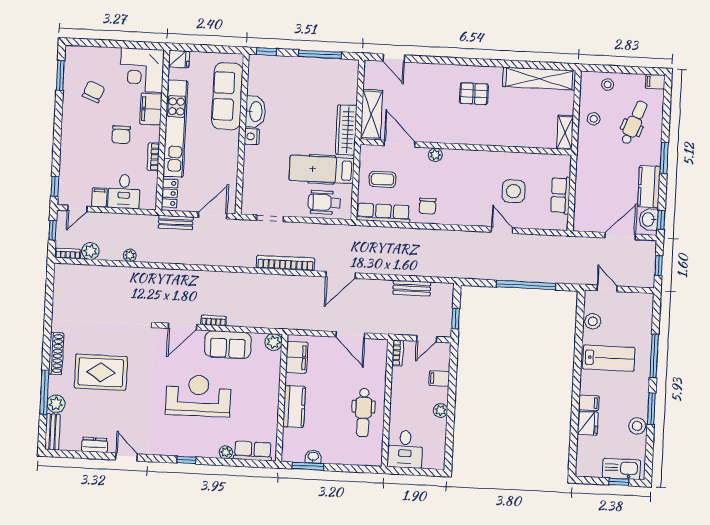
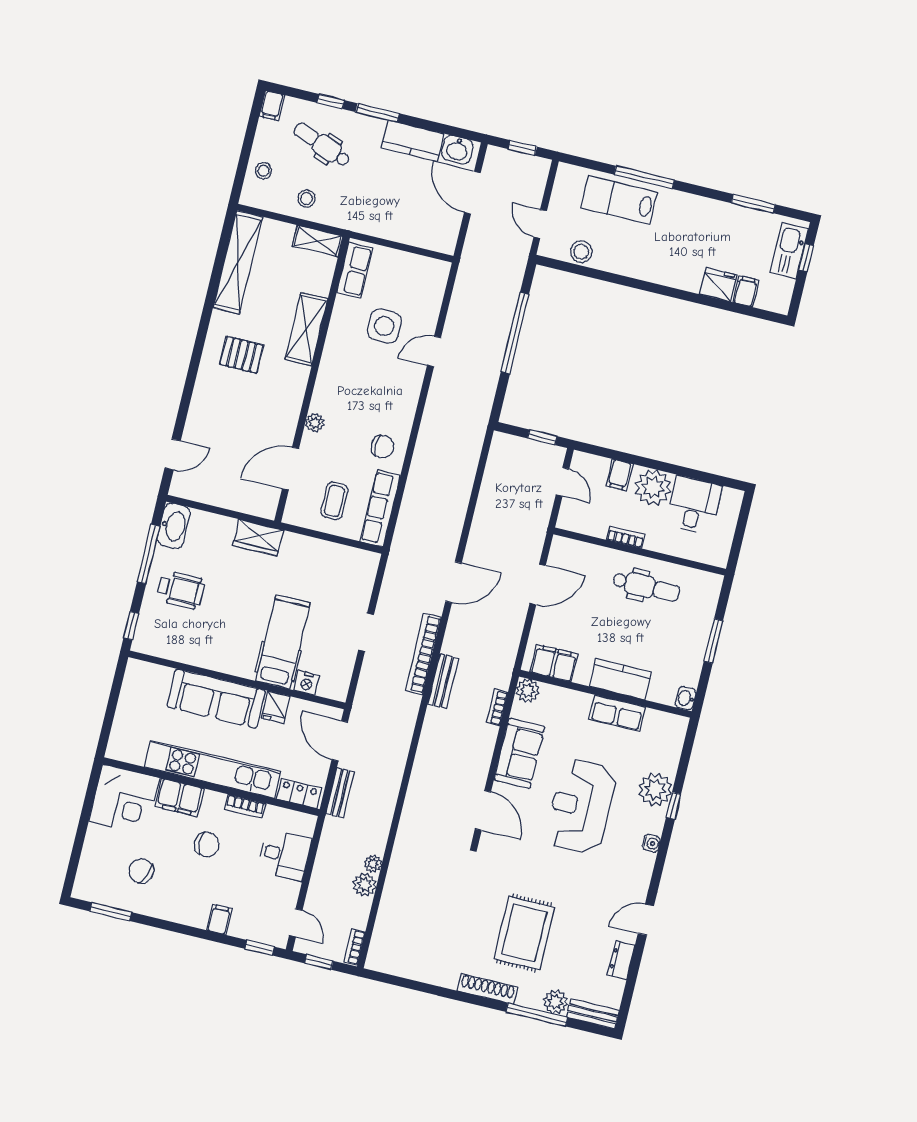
fridge: (179, 59) -> (276, 707), moved, turned 180
pallet: (474, 94) -> (242, 355), turned 90
sofa: (227, 96) -> (216, 699), moved
washbasin: (255, 112) -> (174, 526), moved, turned 90
shelving: (372, 115) -> (306, 329), moved, turned 90
wardrobe: (346, 130) -> (258, 538), width x0.67
nightstand: (252, 136) -> (307, 683), moved
hospital bed: (322, 169) -> (283, 642), moved, turned 180
row of seats: (561, 195) -> (355, 270), moved, turned -90
filing cabinet: (99, 197) -> (219, 919), moved, turned 90
wheelchair: (324, 202) -> (181, 590), moved, turned -90
doorway: (270, 218) -> (366, 632), moved
window: (661, 220) -> (331, 101), moved
plant: (90, 251) -> (365, 885), moved
door: (341, 275) -> (453, 582), hinge flipped
bench: (412, 288) -> (443, 681), moved
door: (607, 288) -> (540, 224), hinge flipped
bookcase: (214, 321) -> (497, 708), moved
bookcase: (398, 353) -> (626, 537), moved
lab bench: (609, 358) -> (619, 200), moved, turned -90
filing cabinet: (589, 403) -> (746, 291), moved
window: (651, 409) -> (753, 204), moved
plant: (441, 410) -> (653, 488), width x1.88, depth x1.88
stool: (637, 426) -> (735, 218), removed
desk: (405, 449) -> (694, 505), moved, turned -90
water cooler: (182, 451) -> (651, 843), added
row of seats: (253, 451) -> (617, 713), moved, turned -90
plant: (226, 452) -> (655, 790), width x1.88, depth x1.88
washbasin: (313, 457) -> (686, 698), moved
window: (187, 460) -> (673, 806), moved
window: (308, 466) -> (713, 641), moved

